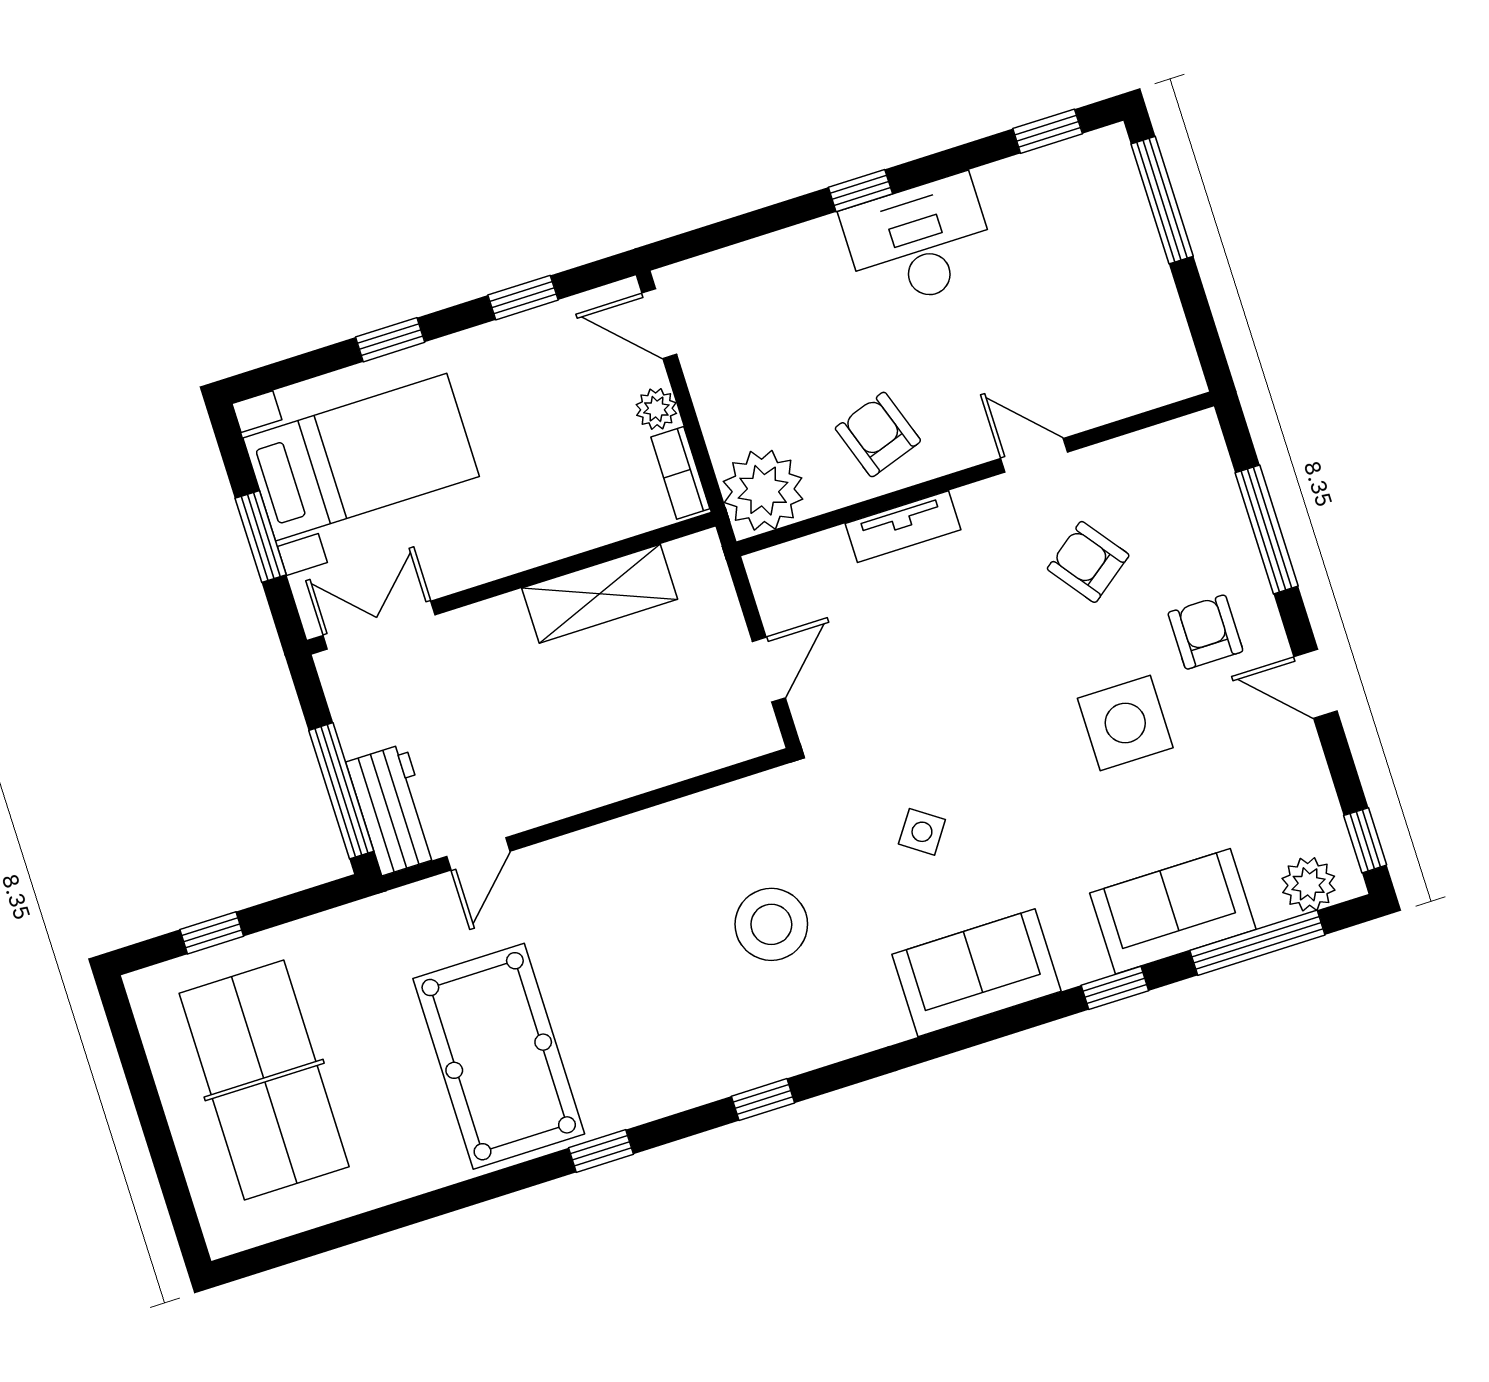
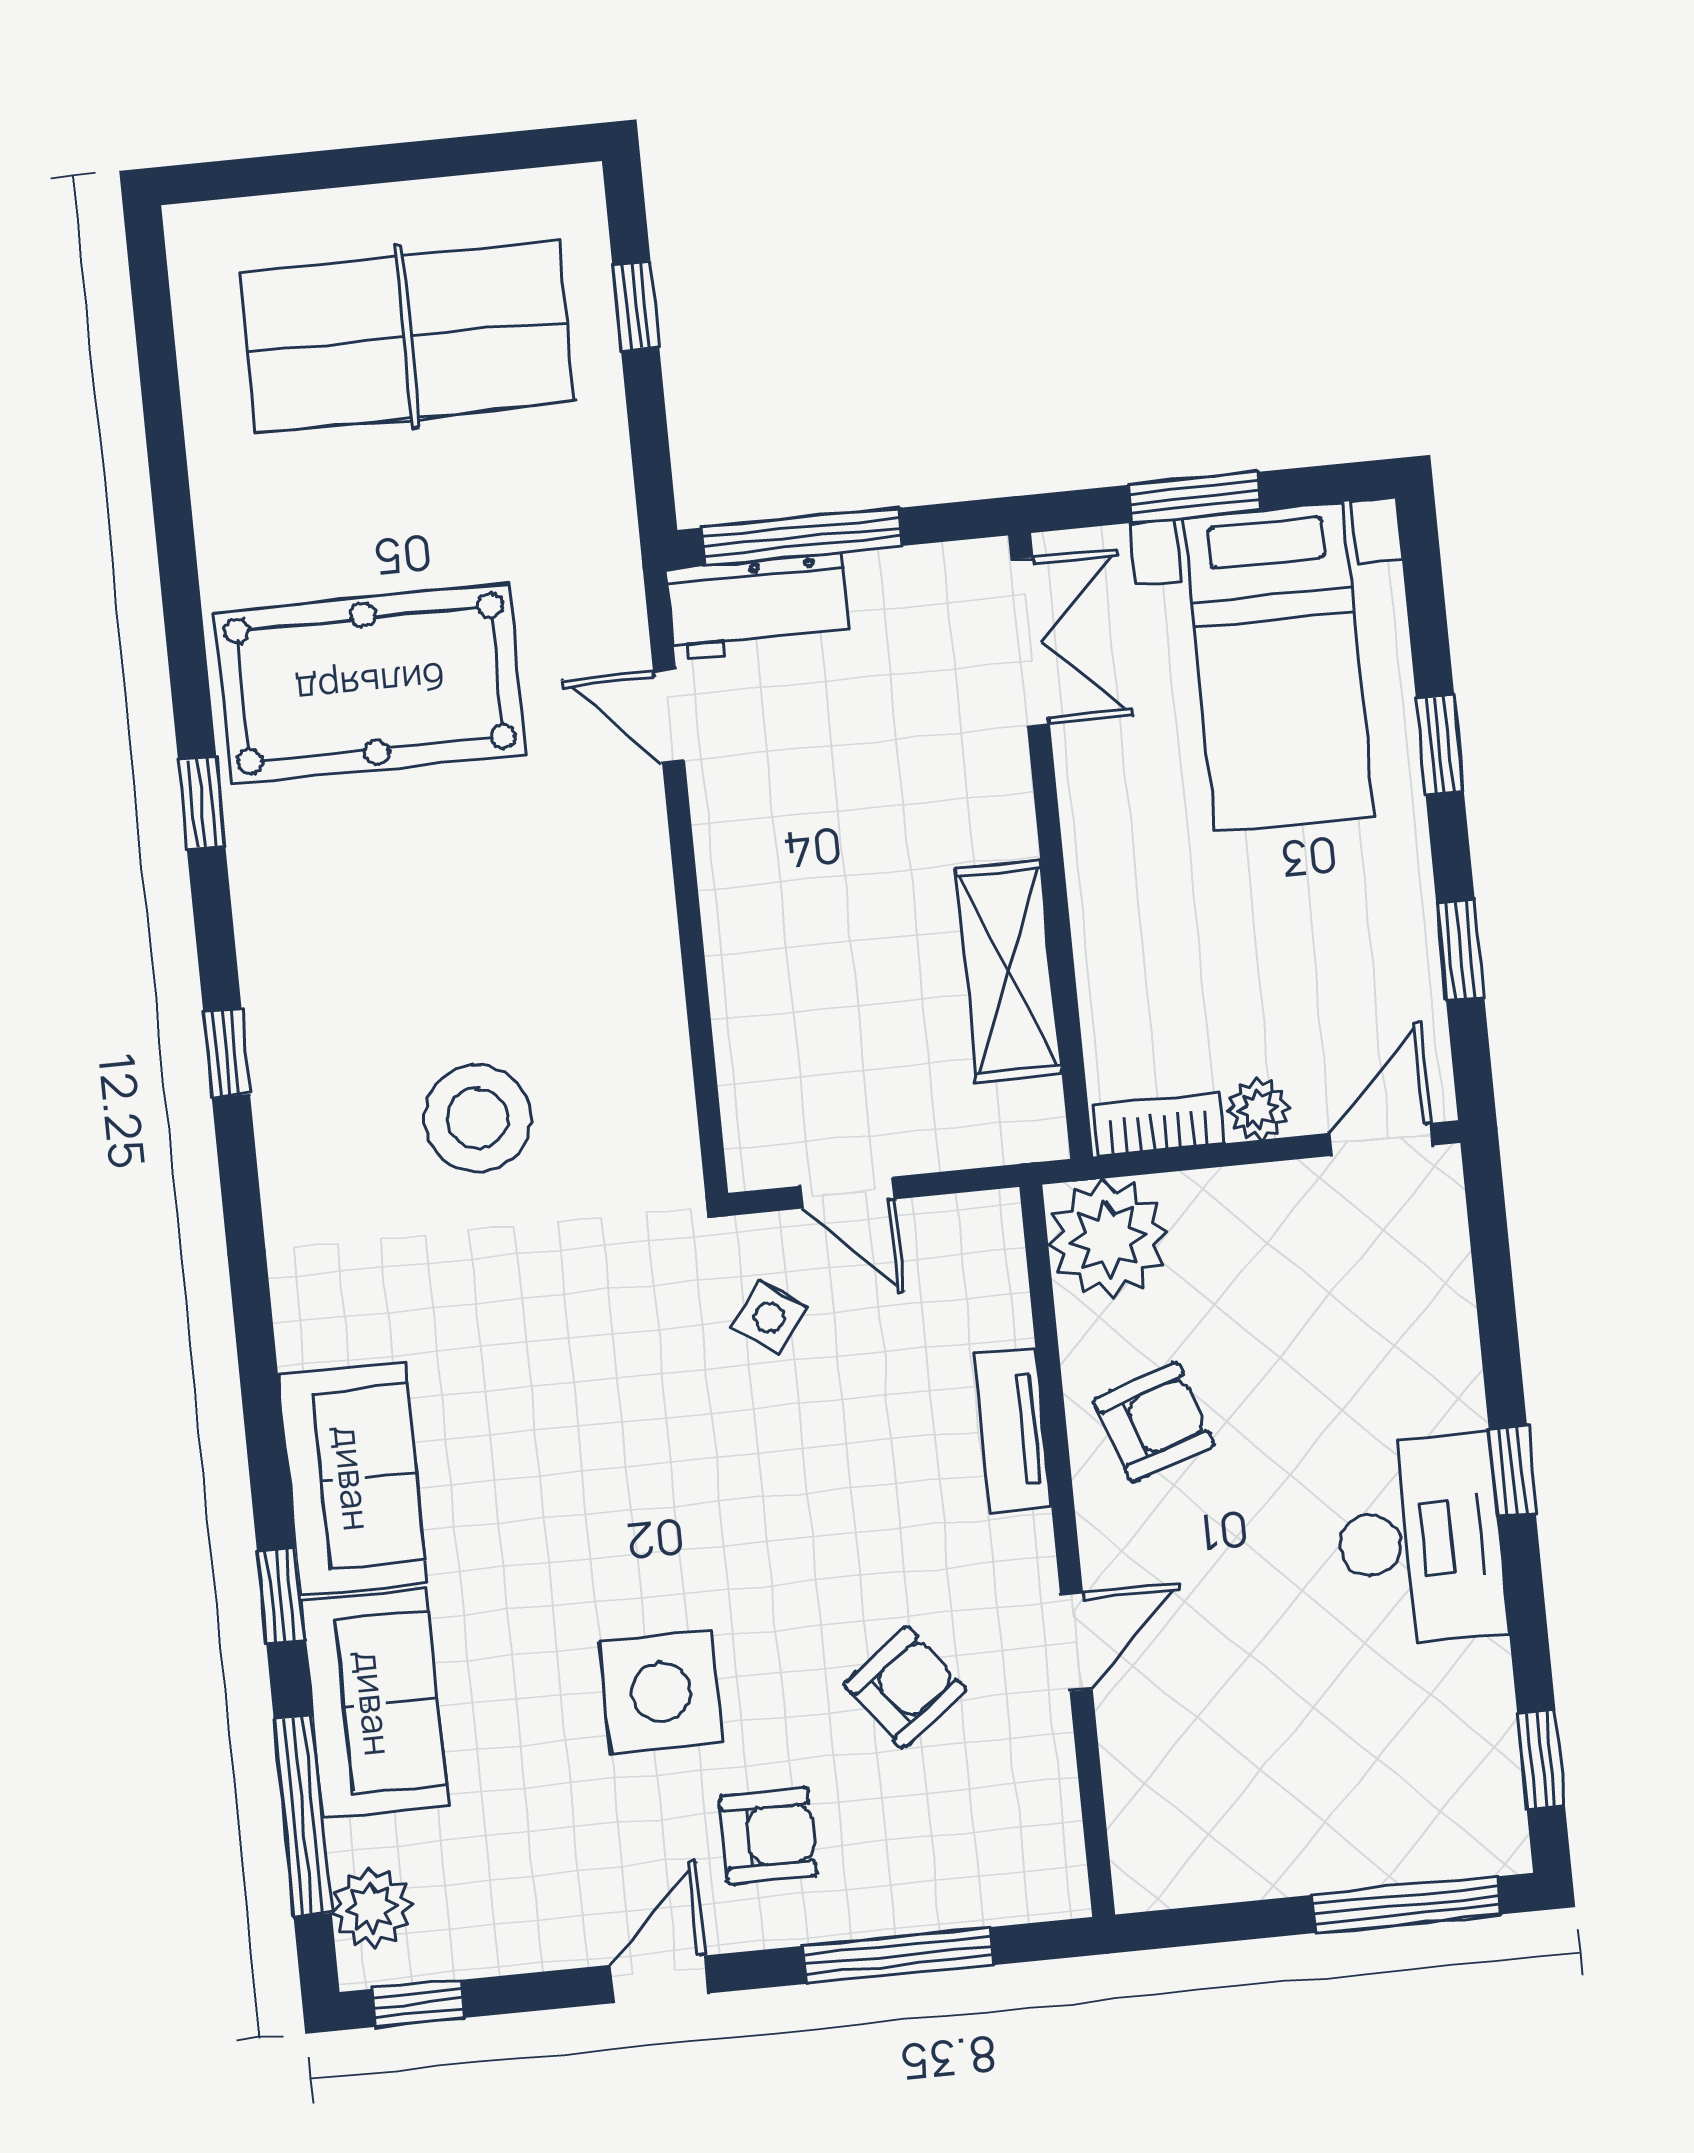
side table: (922, 832) -> (769, 1317), moved
sofa: (977, 973) -> (353, 1478), moved

